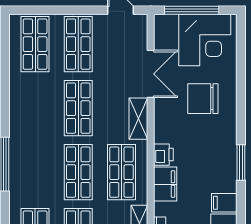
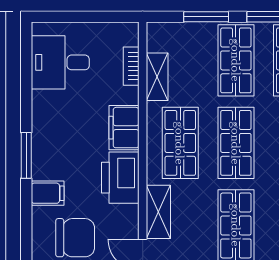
printer: (163, 155) -> (120, 178), width x1.87, depth x1.48
filing cabinet: (224, 203) -> (48, 193), moved

